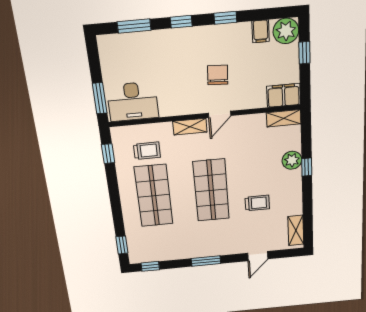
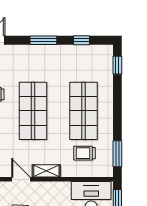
door: (220, 114) -> (21, 179), hinge flipped
window: (108, 154) -> (117, 154), width x1.50
window: (150, 266) -> (81, 40), moved

